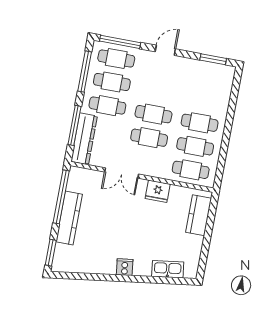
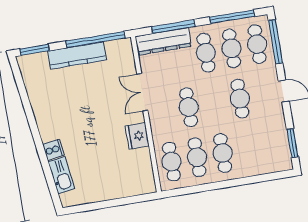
cafe table: (153, 114) -> (240, 99), moved
kitchen counter: (199, 215) -> (128, 187), removed
cooker: (125, 267) -> (53, 150), moved

